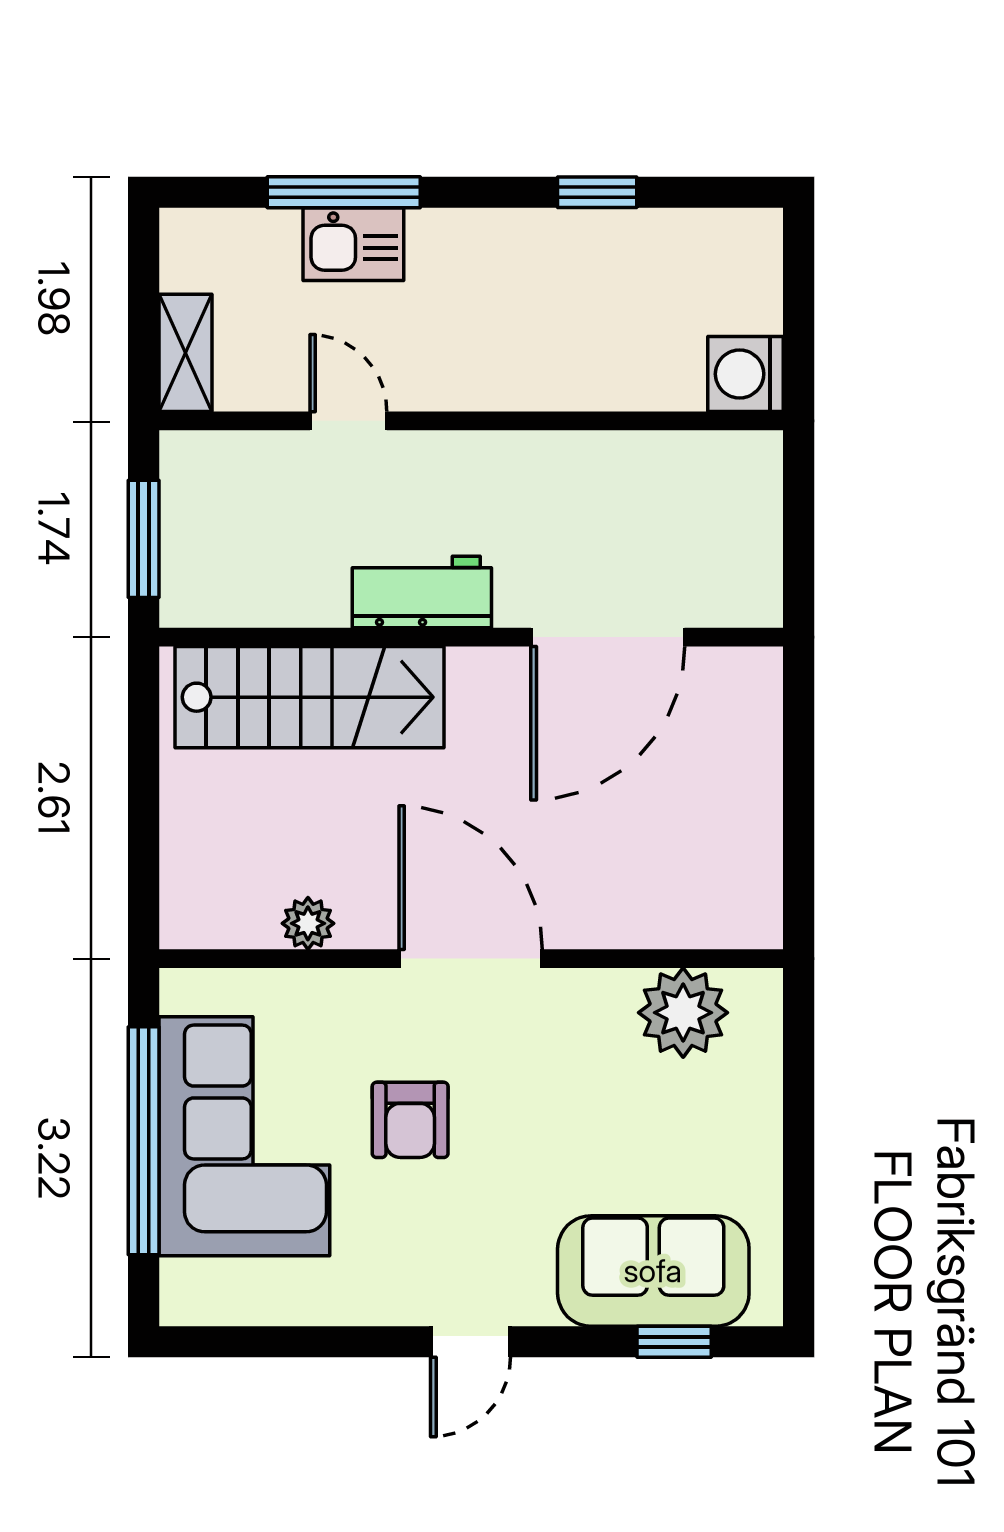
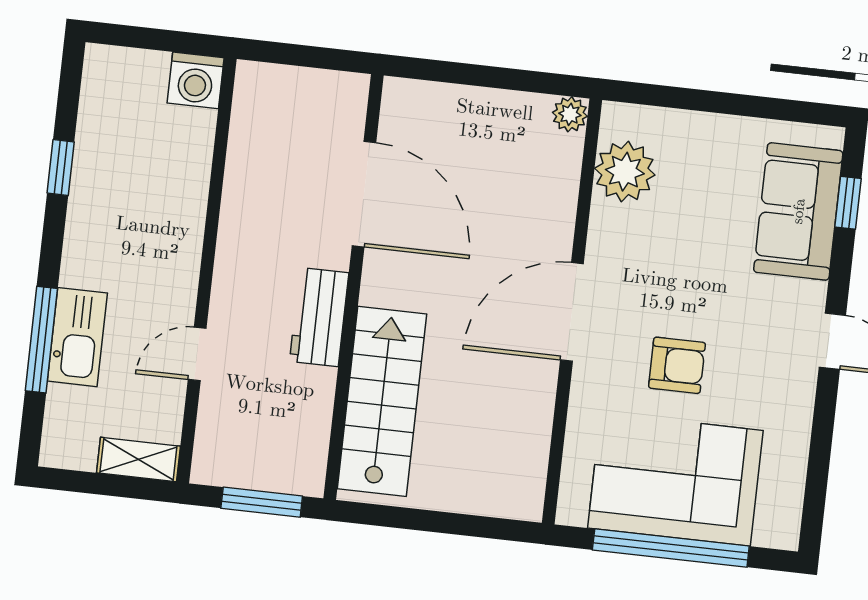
kitchen sink: (353, 244) -> (77, 337), width x1.38
plant: (308, 923) -> (570, 114), moved

